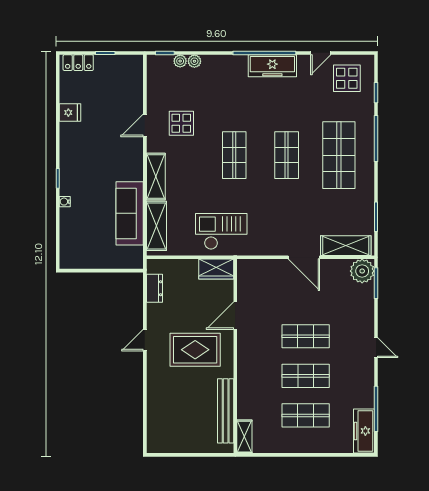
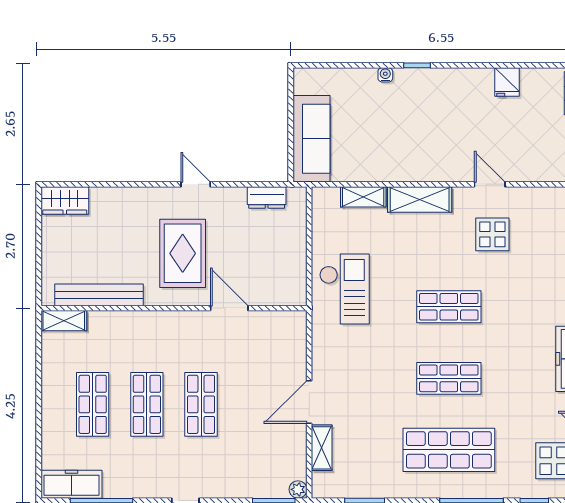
sofa: (130, 213) -> (311, 139), moved, turned 90
shelving: (156, 226) -> (363, 197), width x0.67, depth x0.75
shelving: (346, 246) -> (322, 448), width x0.67, depth x0.75
wardrobe: (216, 269) -> (65, 201), moved, turned -90
plant: (362, 271) -> (298, 489), width x0.53, depth x0.53

